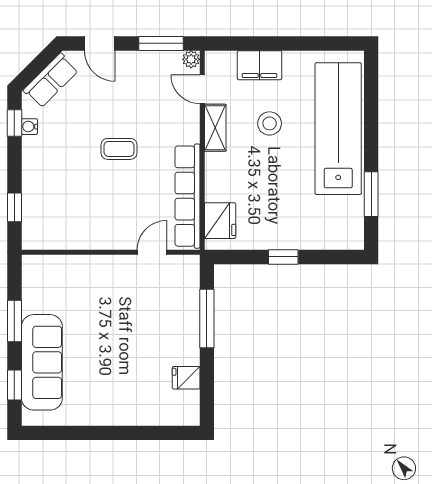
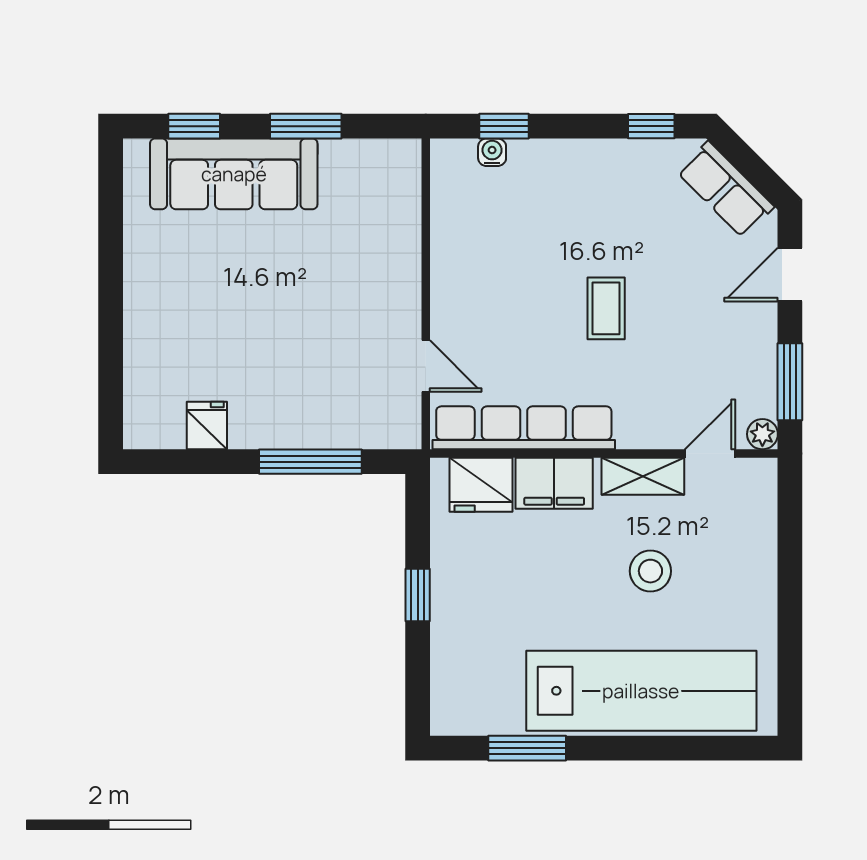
filing cabinet: (260, 65) -> (554, 483), moved, turned -90
water cooler: (29, 127) -> (492, 152), moved

